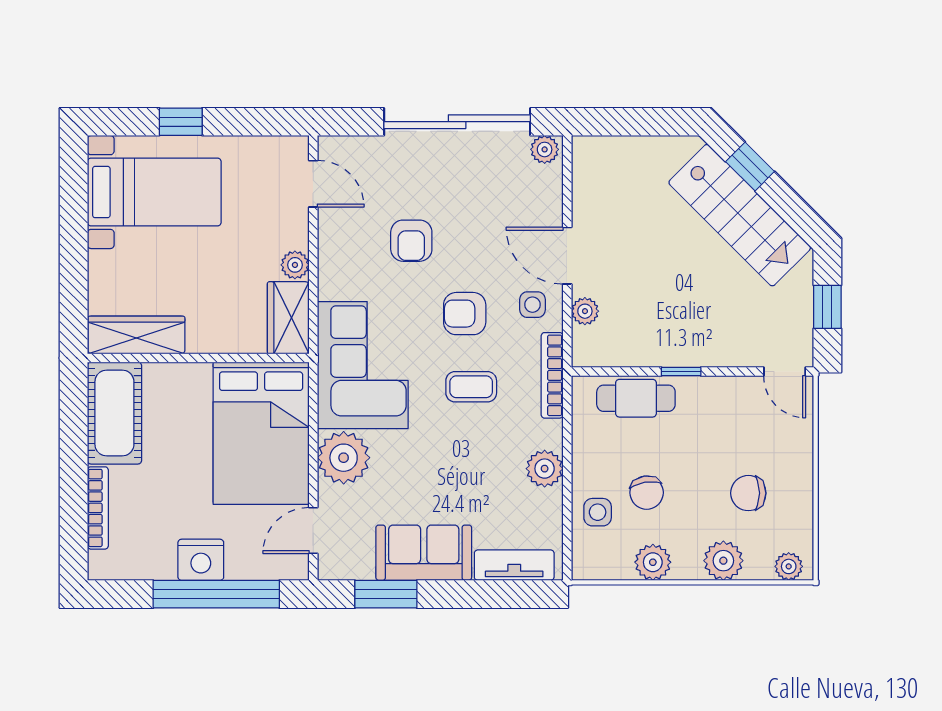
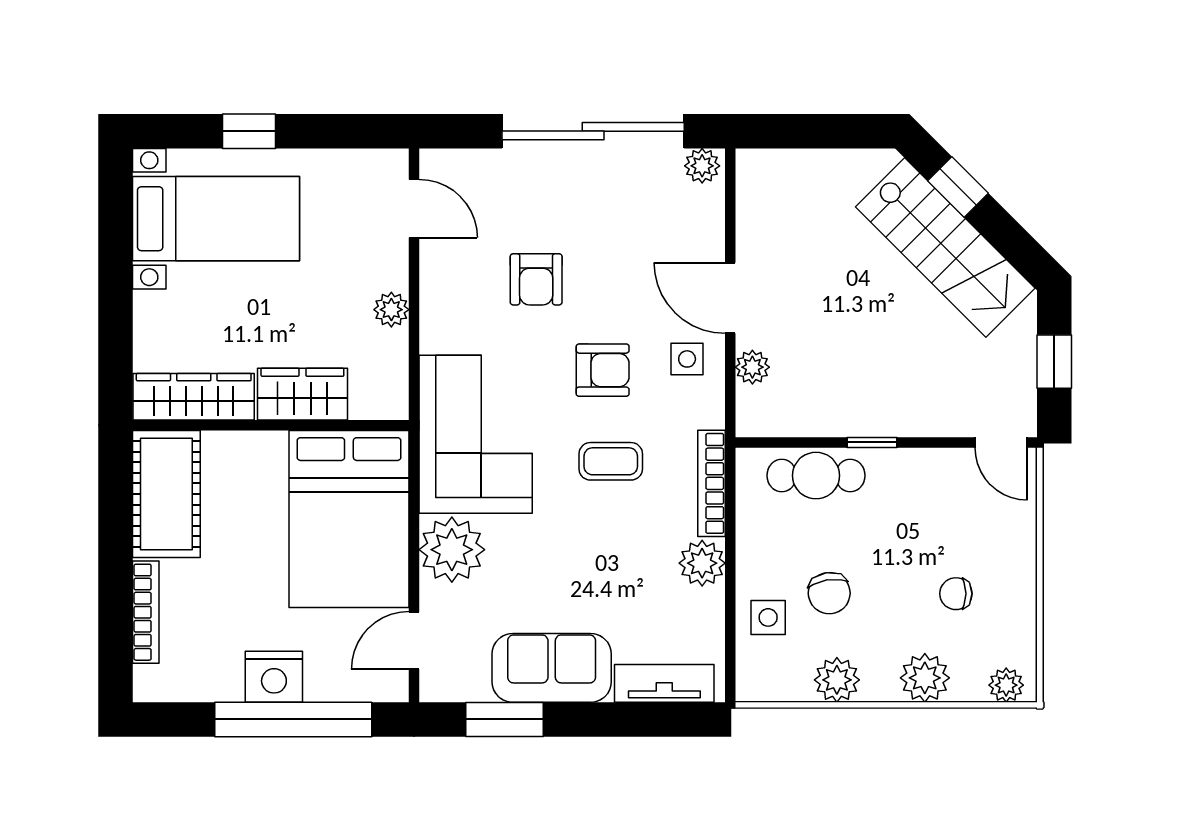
armchair: (465, 314) -> (603, 370), turned 180
wardrobe: (288, 318) -> (302, 394), moved, turned 90
bookcase: (552, 375) -> (711, 483), moved
chair: (748, 493) -> (956, 594), width x0.73, depth x0.73

